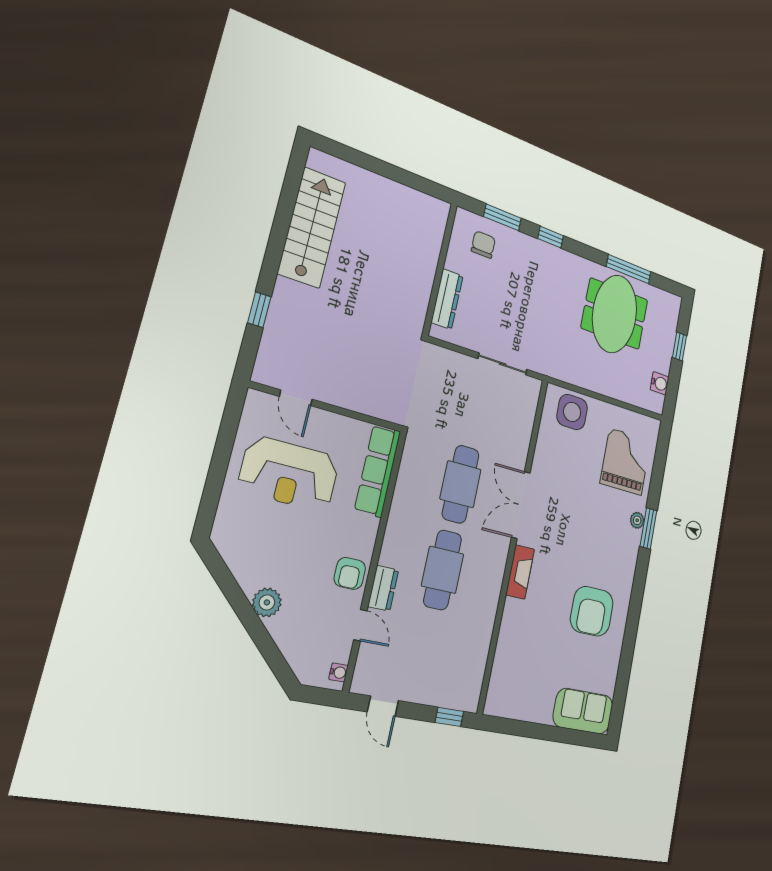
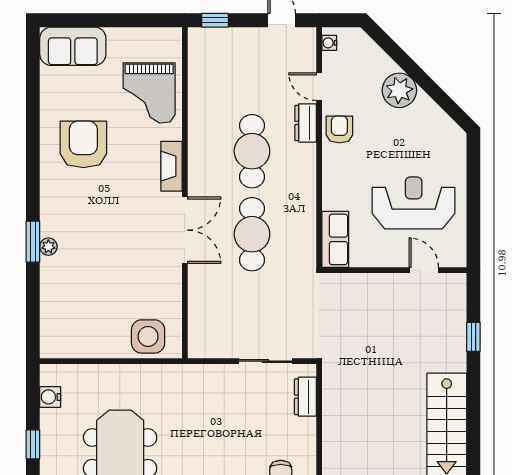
dresser: (447, 299) -> (305, 397), width x0.70
sliding door: (503, 364) -> (265, 361), moved
grand piano: (626, 462) -> (149, 93), moved
row of seats: (378, 471) -> (335, 239), width x0.68
plant: (267, 602) -> (399, 90), width x1.36, depth x1.36

